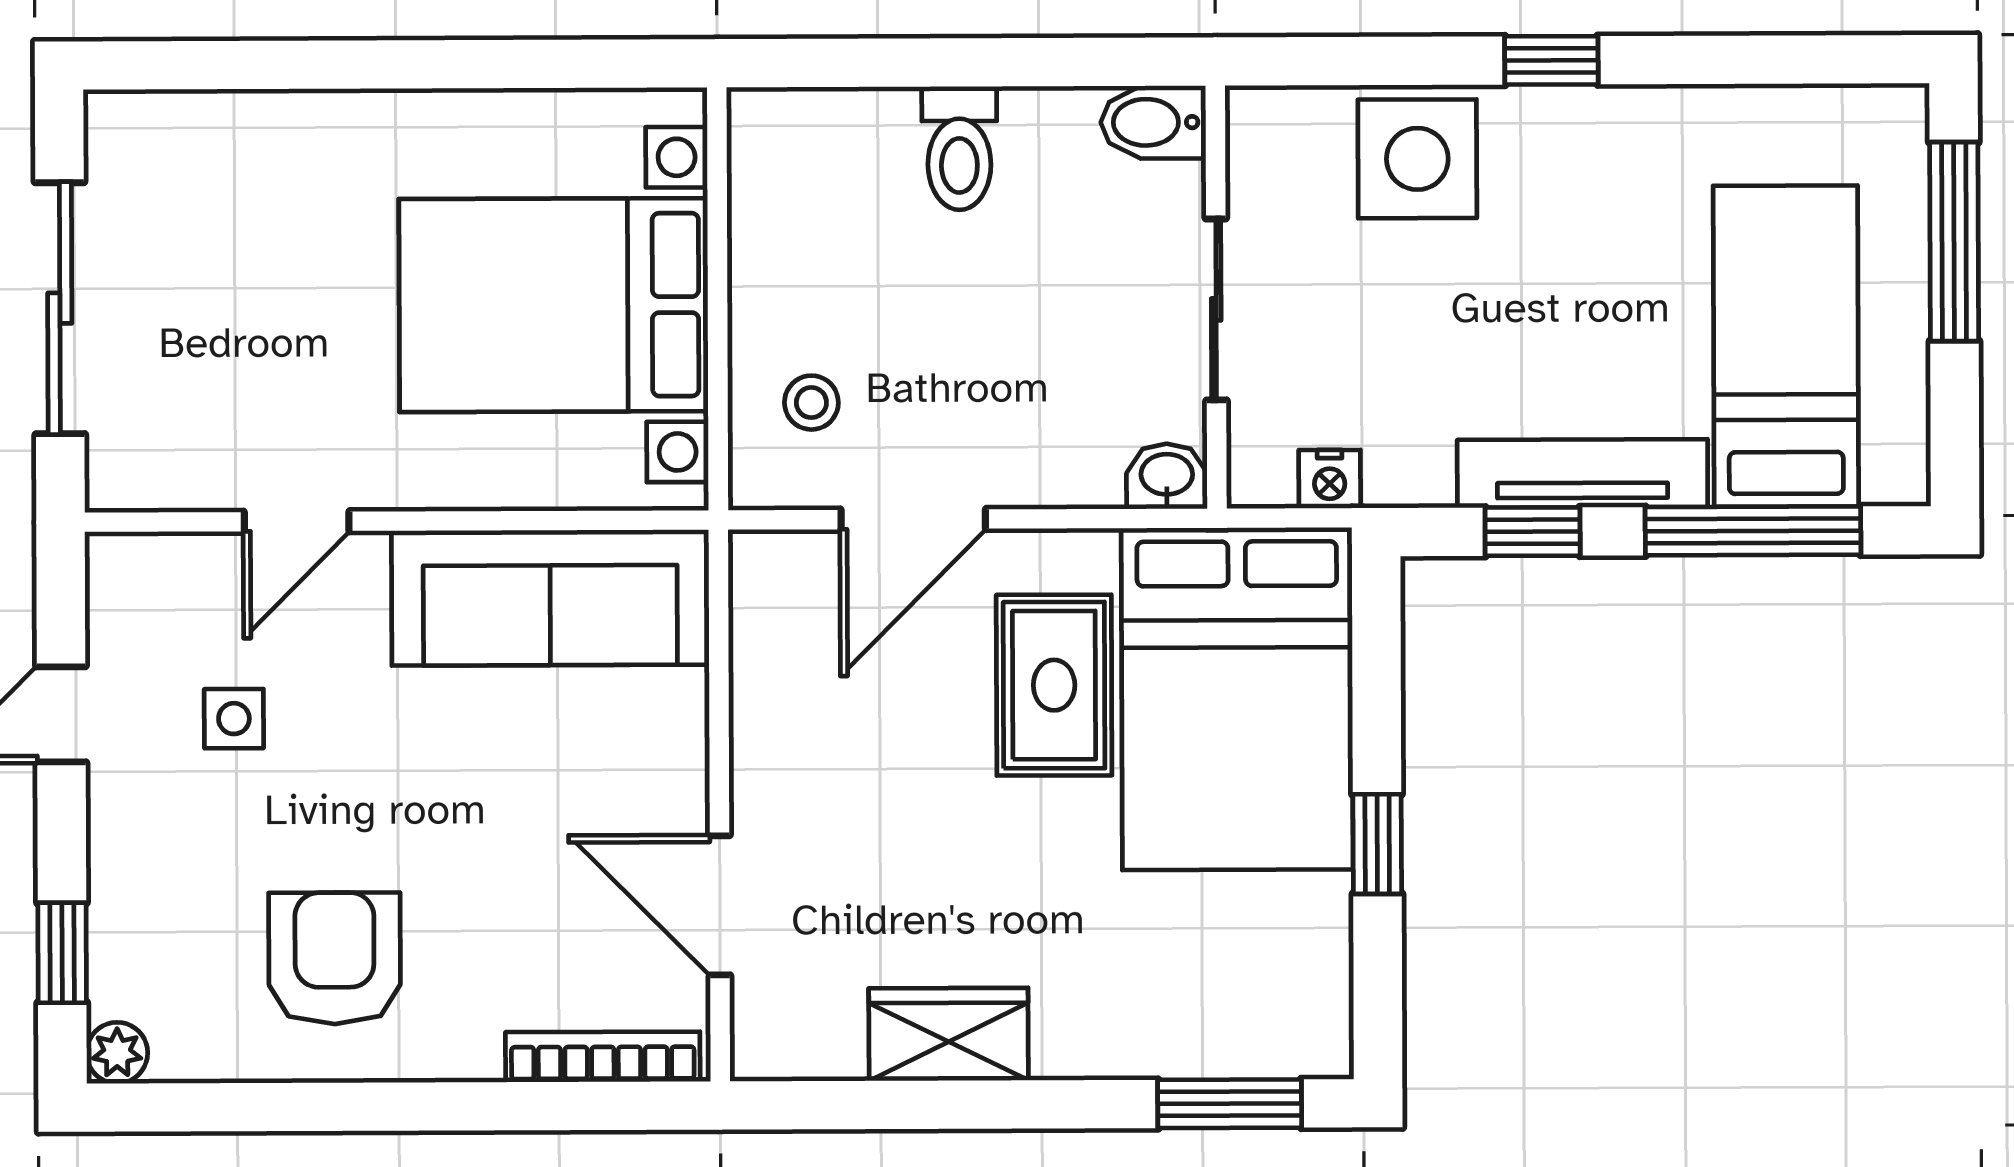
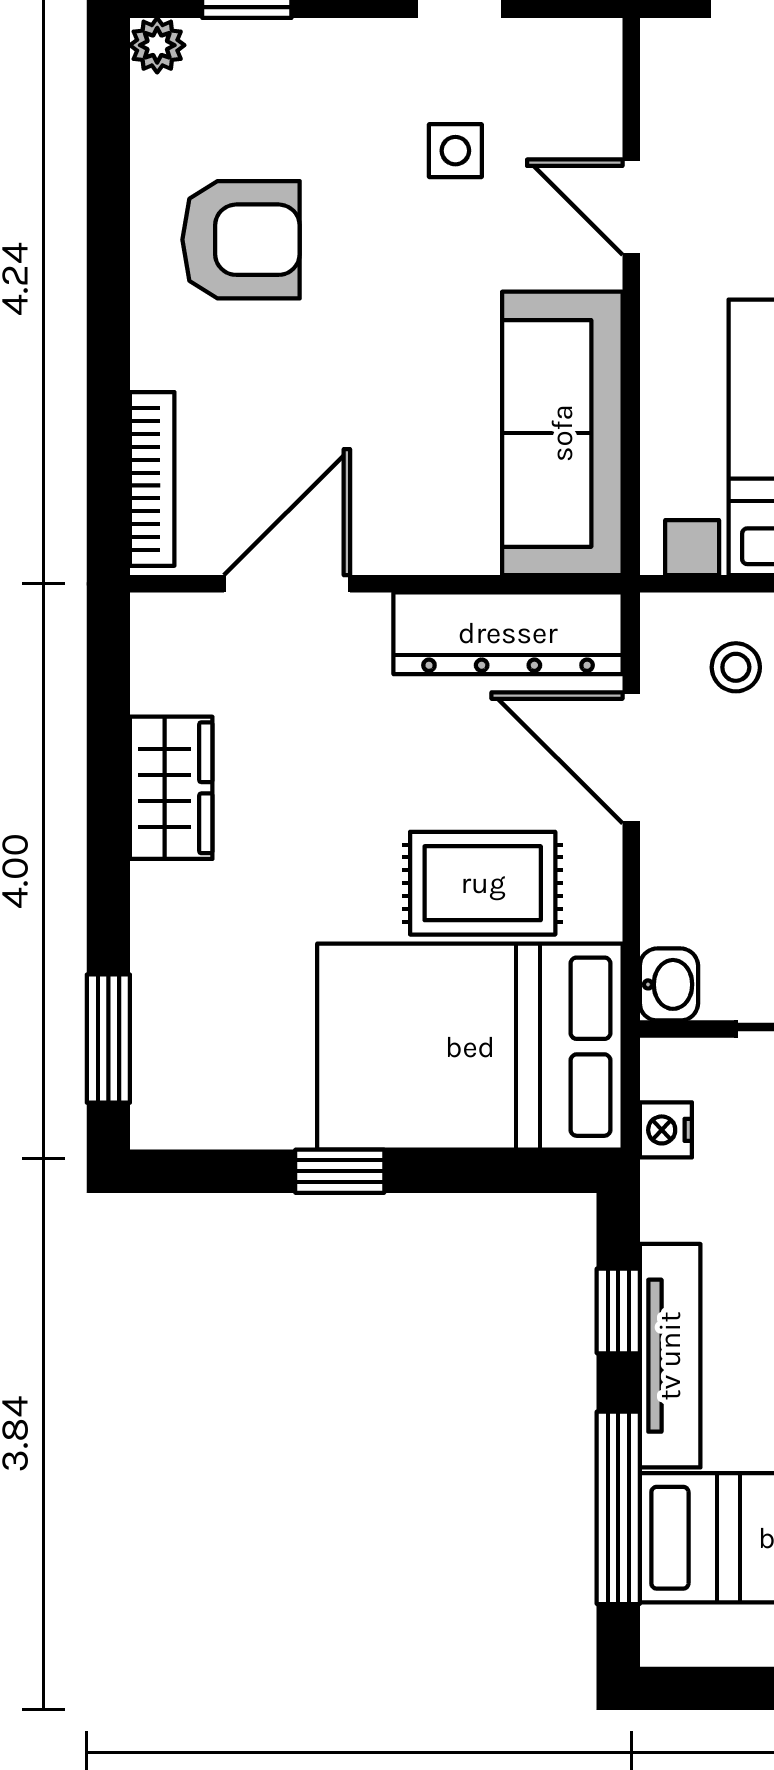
dresser: (774, 658) -> (508, 633), added

